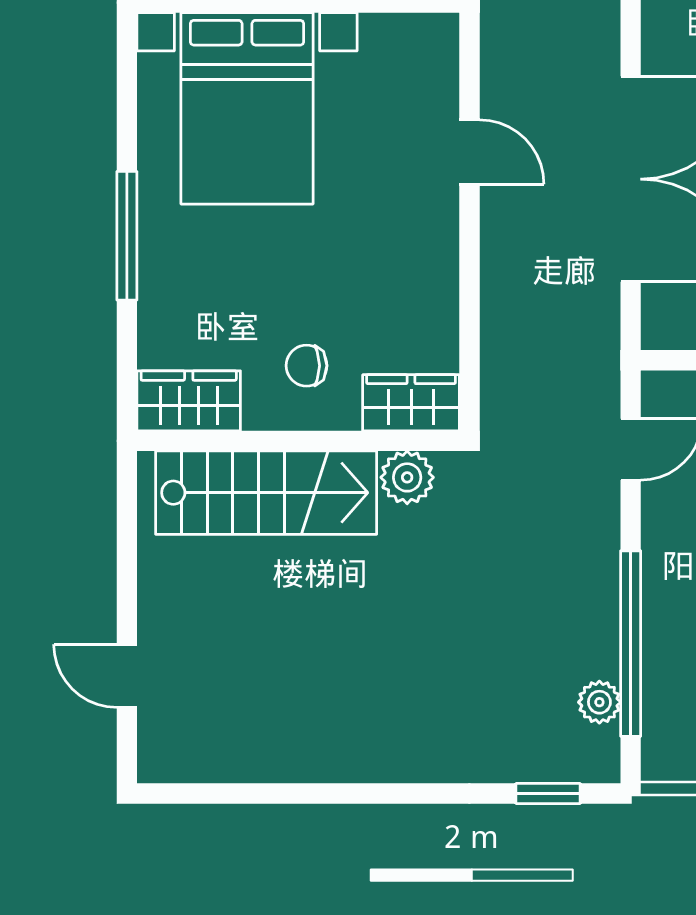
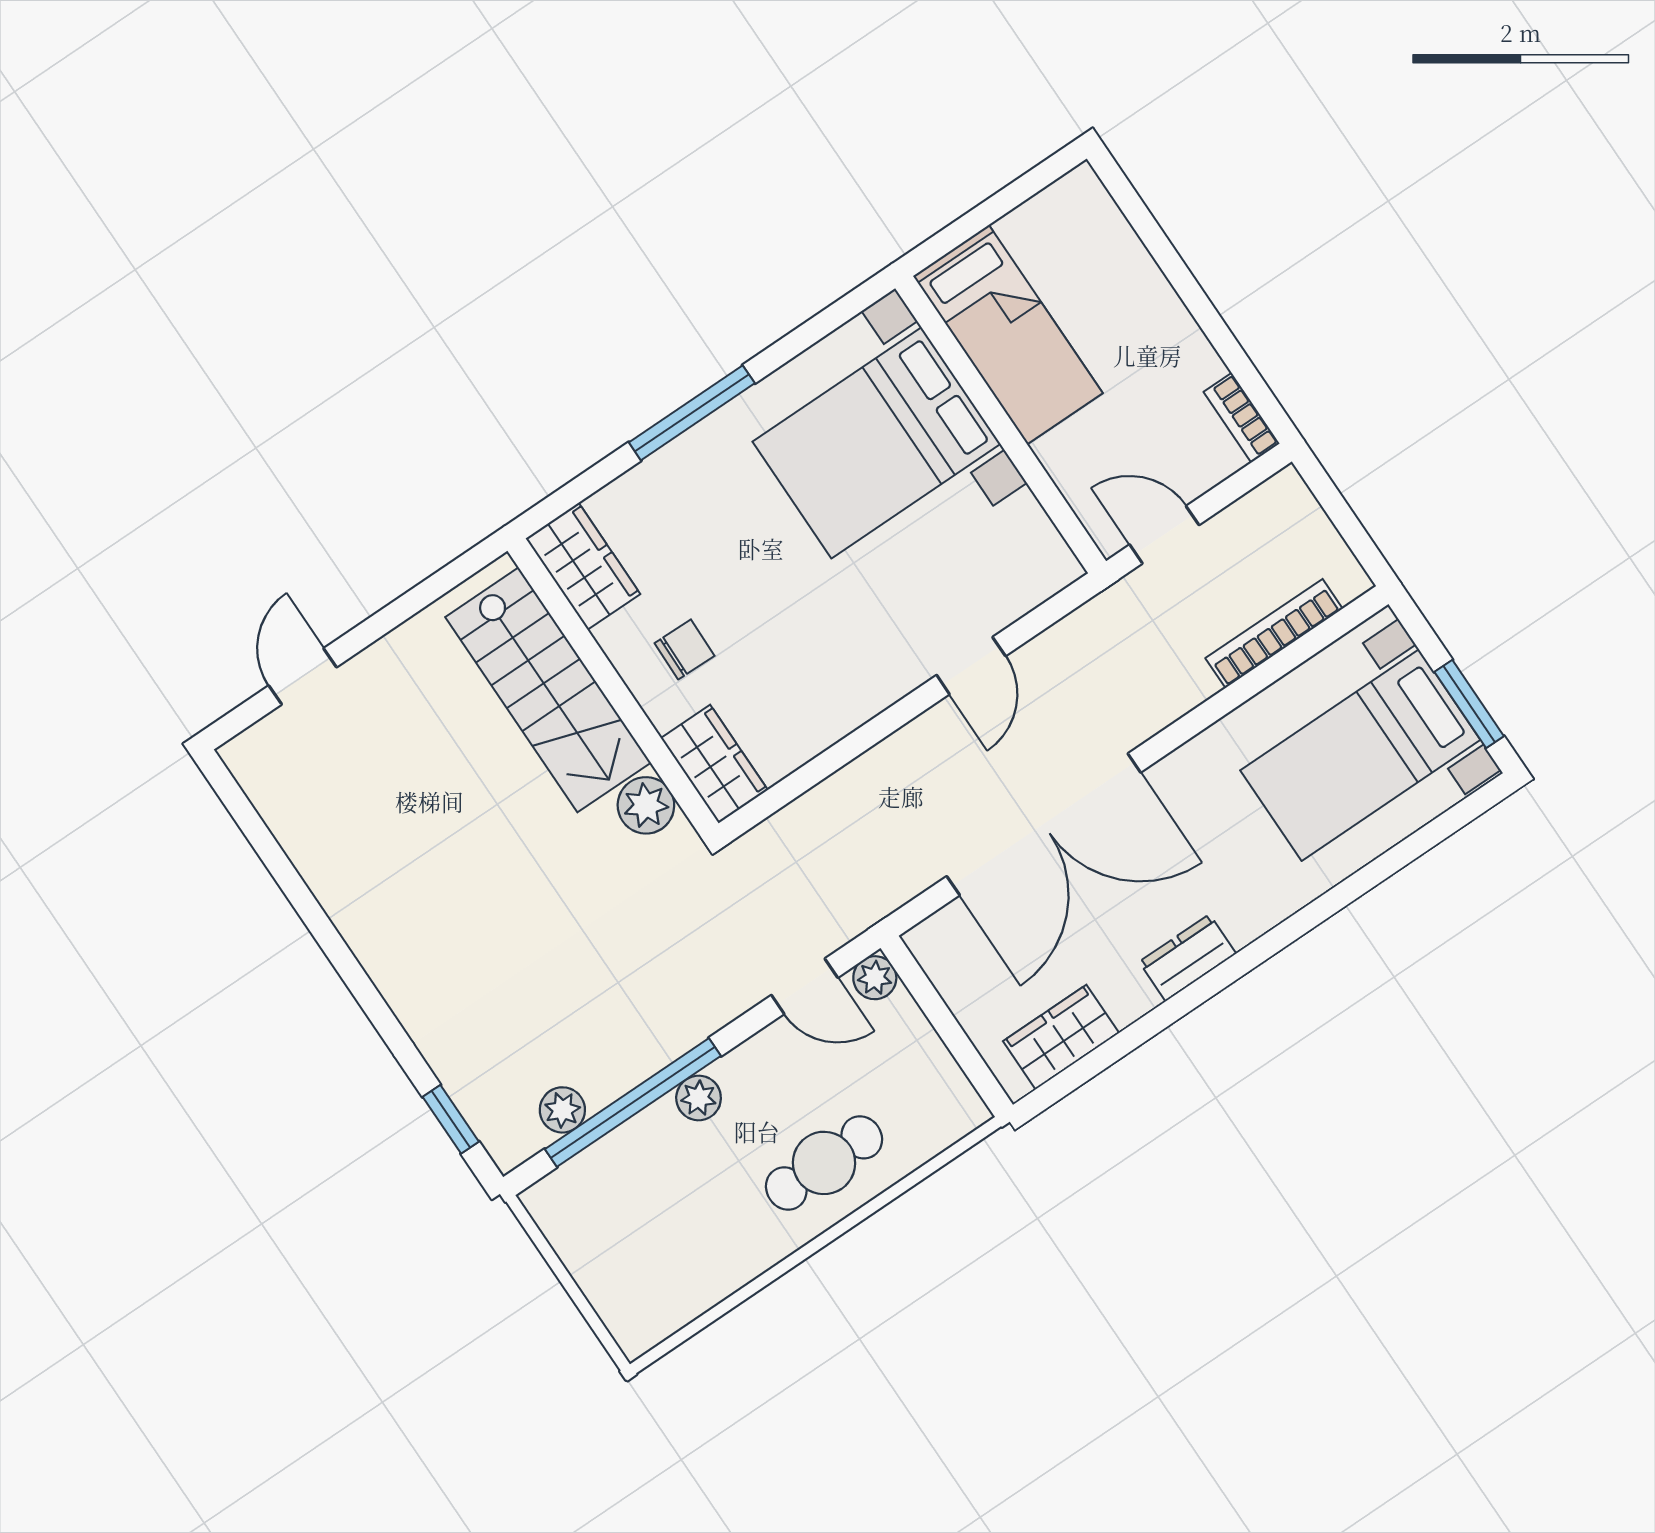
chair: (306, 366) -> (685, 649), turned 91
plant: (661, 390) -> (875, 978), added
plant: (662, 590) -> (699, 1098), added

